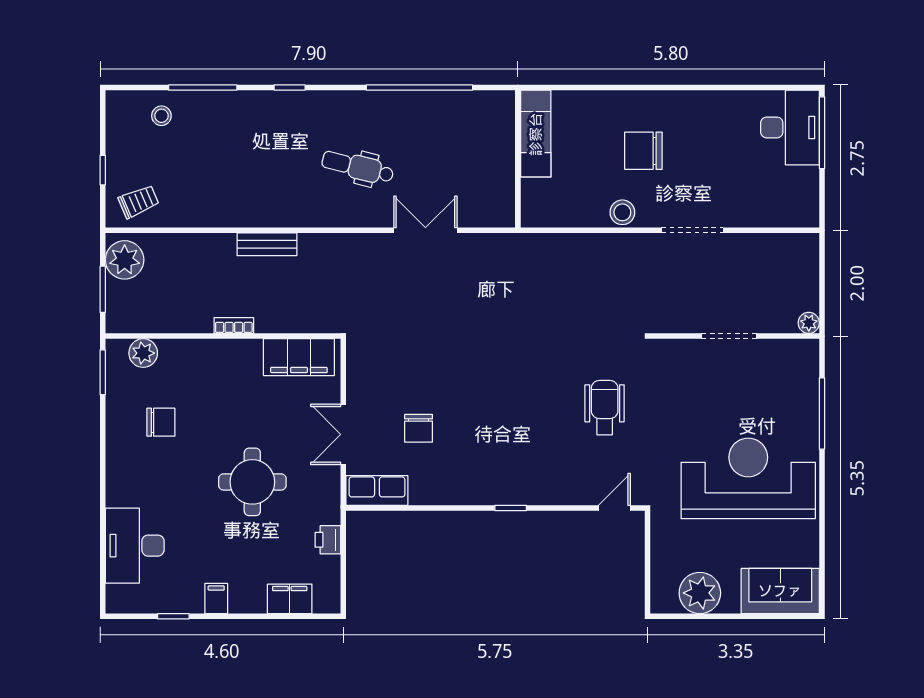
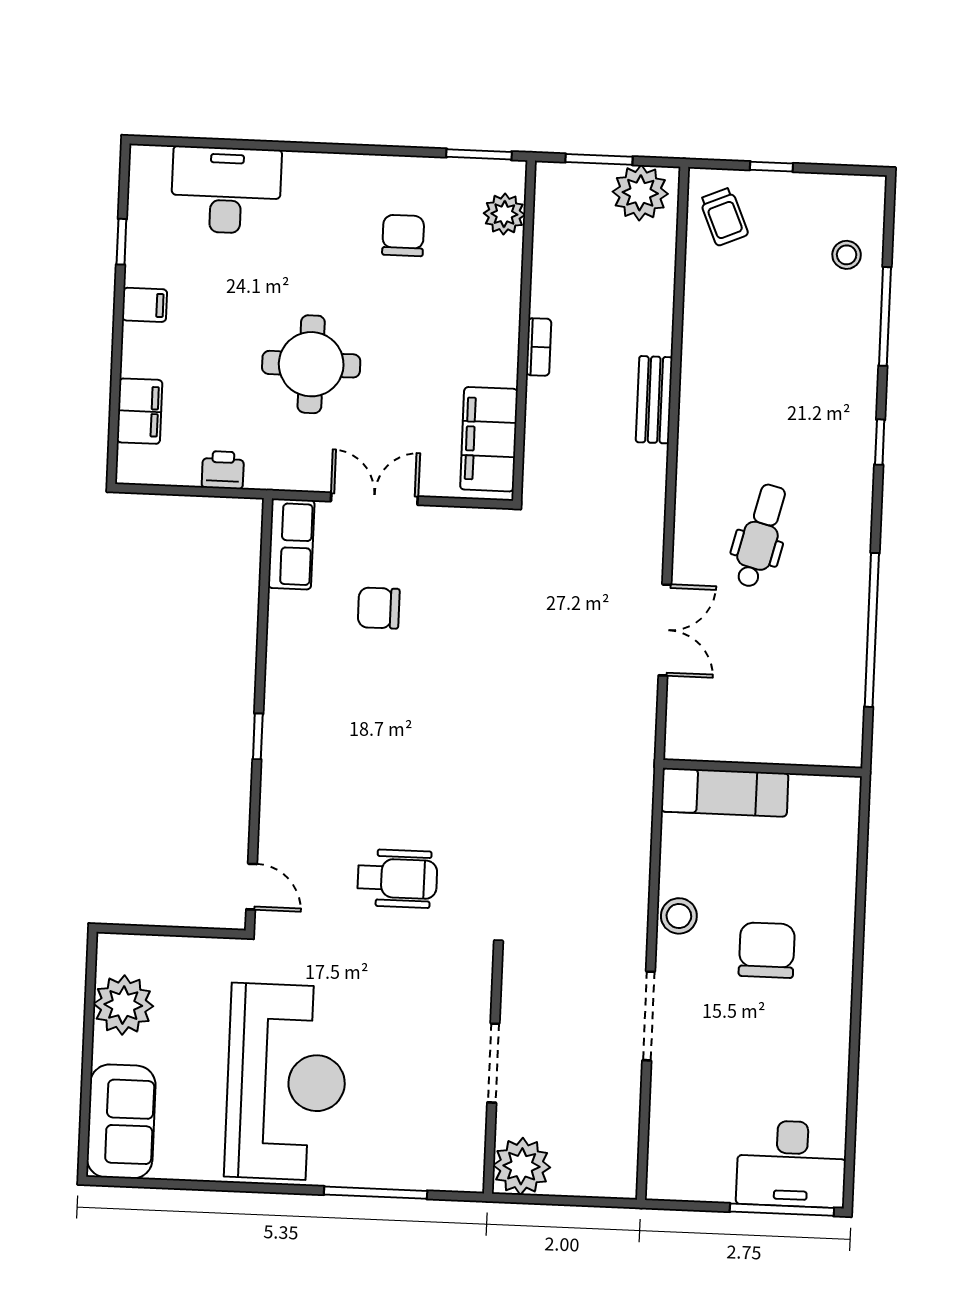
exam couch: (536, 134) -> (725, 792), moved
plant: (809, 323) -> (522, 1166), width x1.87, depth x1.87
chair: (161, 422) -> (403, 236), turned 180

